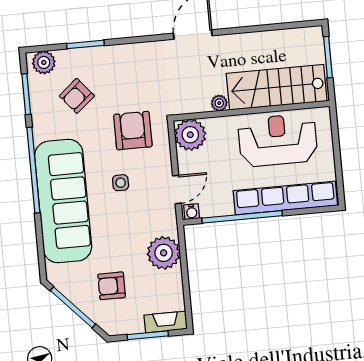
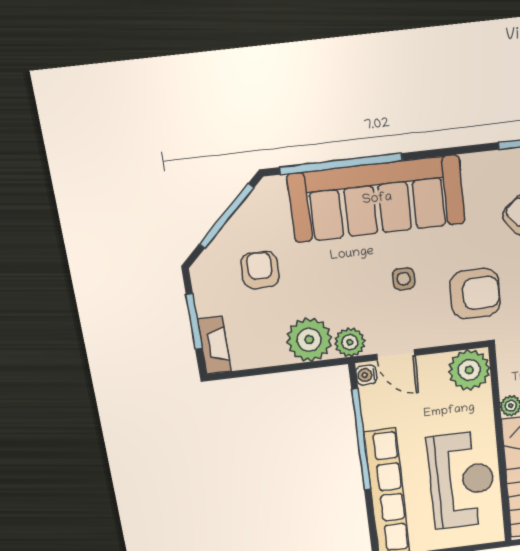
window: (33, 170) -> (341, 164), moved
plant: (166, 223) -> (350, 342), added

